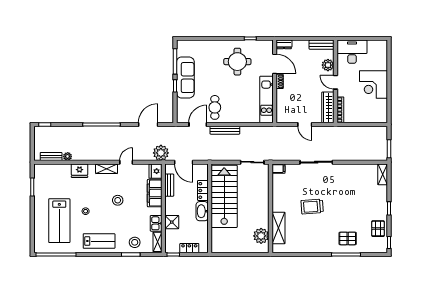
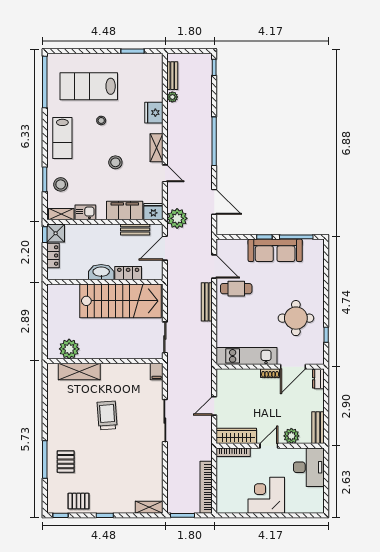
bookcase: (367, 131) -> (206, 487), added
shower: (172, 222) -> (56, 233), moved

